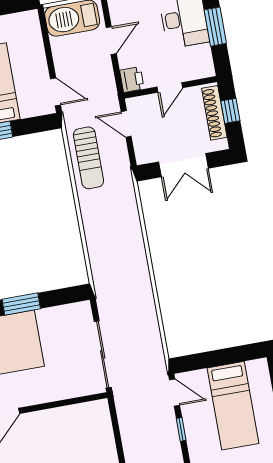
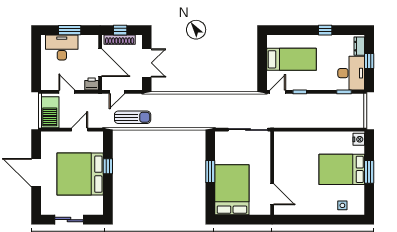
door: (170, 87) -> (100, 63), width x1.87
door: (55, 92) -> (80, 130), moved

